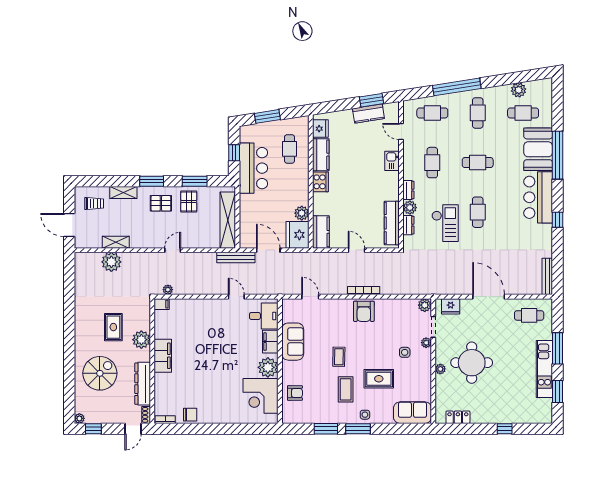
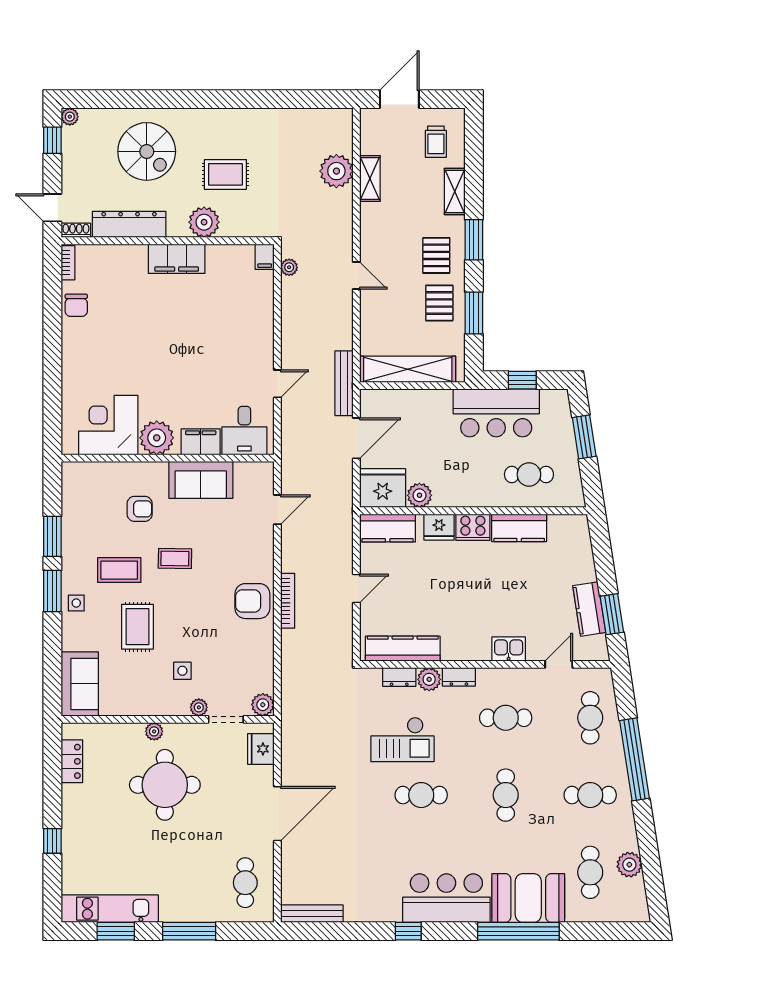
fridge: (320, 129) -> (439, 527), moved
pallet: (189, 202) -> (439, 303), turned 90
kitchen unit: (544, 369) -> (110, 909), moved
armchair: (295, 393) -> (140, 509), moved, turned -90

